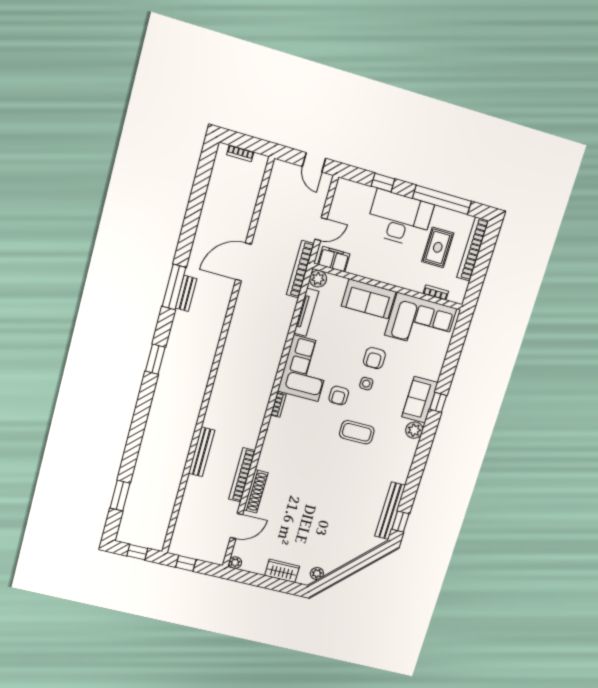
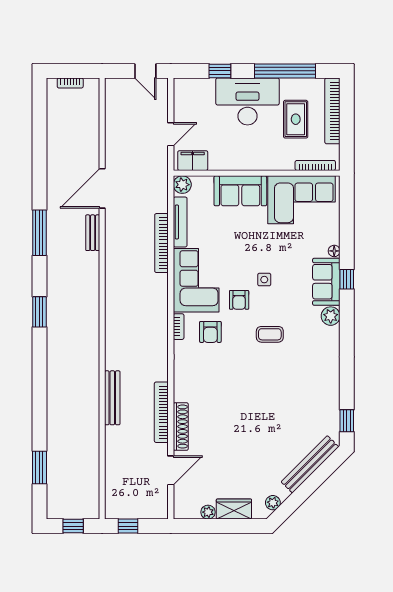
bookcase: (300, 269) -> (162, 243), moved
bench: (186, 293) -> (93, 233), moved
bookcase: (436, 293) -> (315, 165), width x1.56
armchair: (374, 358) -> (210, 332), moved
floor lamp: (435, 375) -> (334, 251), added
coffee table: (357, 432) -> (270, 334), width x0.73, depth x0.77
bench: (390, 511) -> (310, 464), moved, turned 45
plant: (235, 563) -> (208, 512), moved

